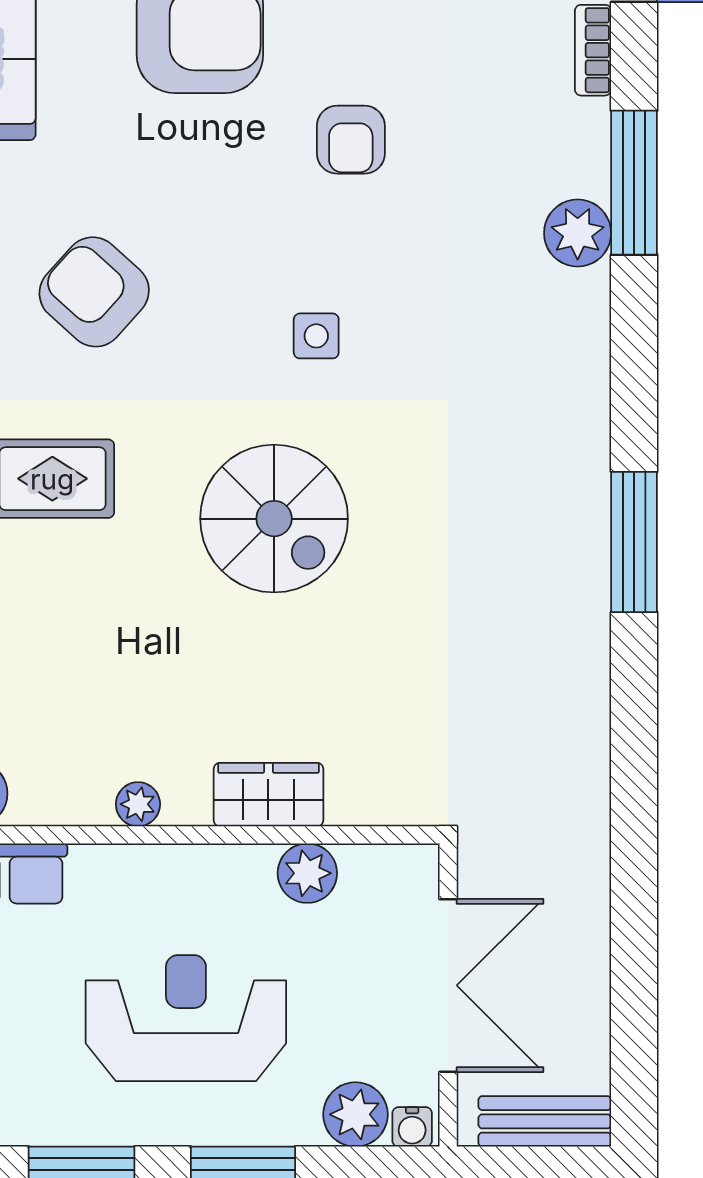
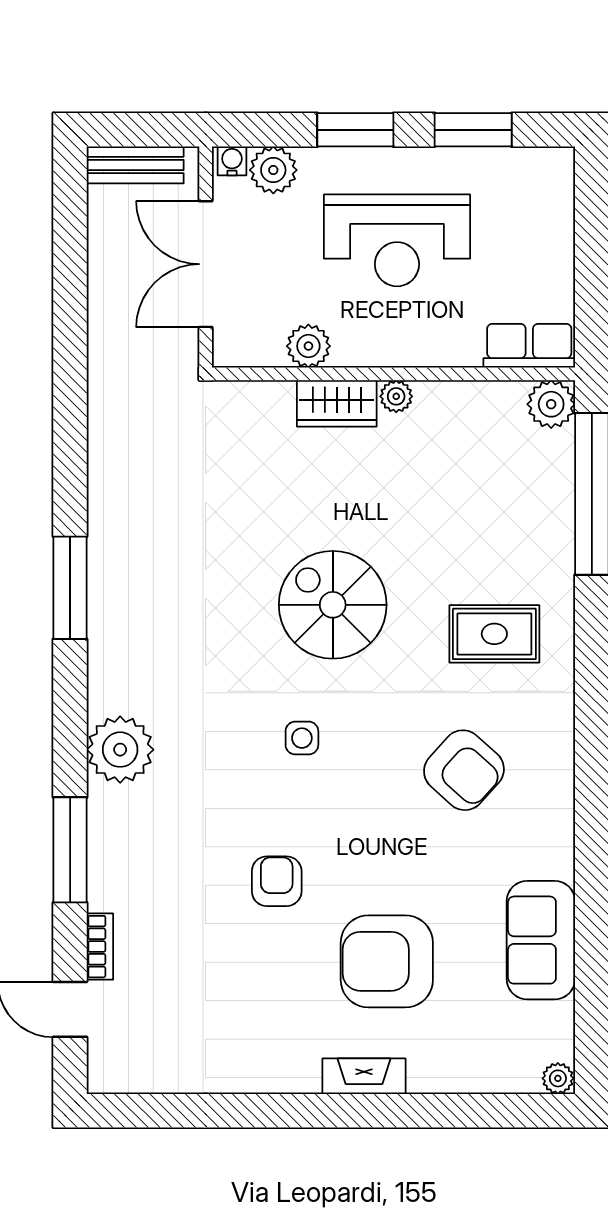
plant: (578, 233) -> (120, 750), moved, width x1.36, depth x1.36
plant: (138, 804) -> (396, 396), moved

